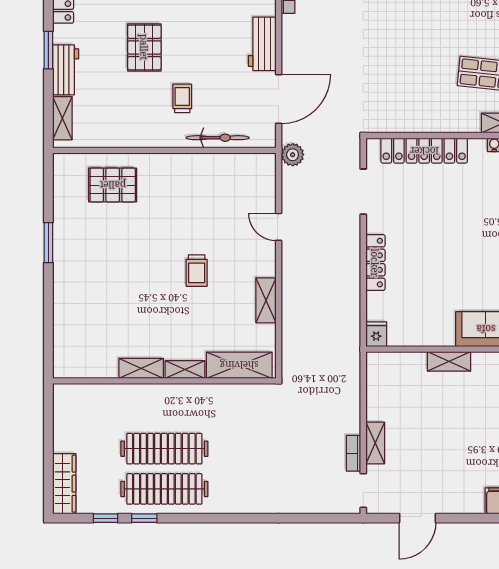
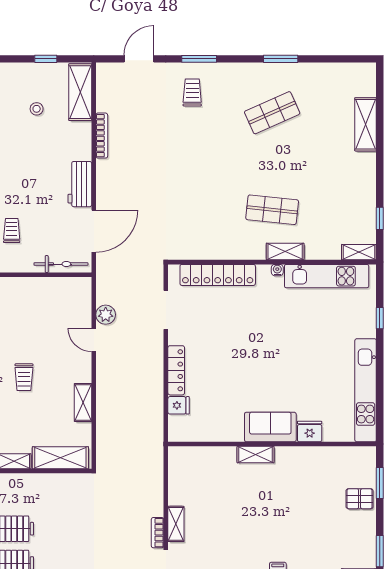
bicycle: (218, 138) -> (61, 264), moved
plant: (293, 155) -> (106, 315), moved
fridge: (376, 334) -> (179, 405), moved, turned 90
shelving: (449, 361) -> (255, 455), moved

